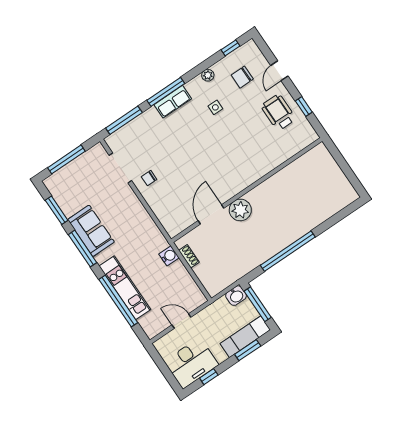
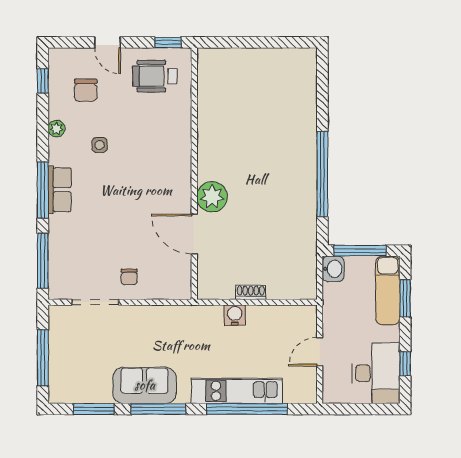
wall: (247, 190) -> (194, 174), moved
plant: (240, 210) -> (212, 197), moved
door: (211, 214) -> (194, 234), moved

